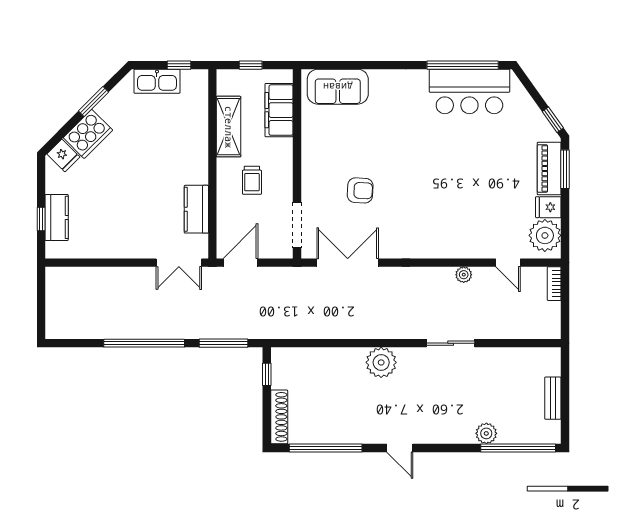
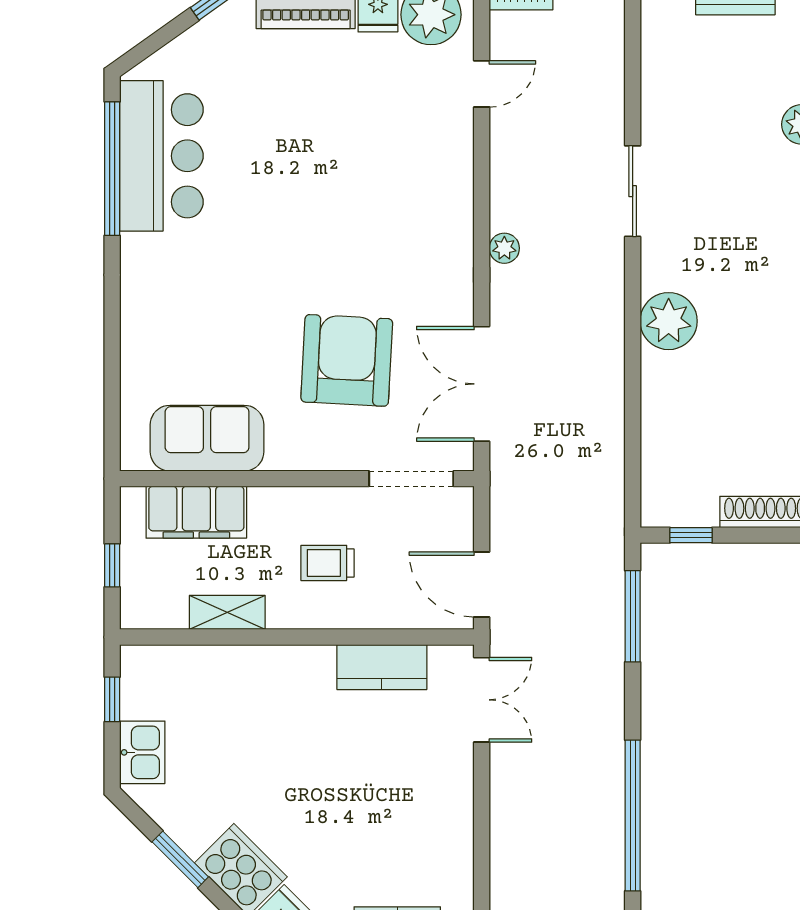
kitchen sink: (157, 81) -> (142, 752), width x0.73
sofa: (338, 87) -> (207, 438), moved, turned -90
shelving: (229, 127) -> (227, 612), width x0.67, depth x0.75
trolley: (252, 180) -> (328, 563), turned 180
armchair: (360, 190) -> (347, 360), width x1.88, depth x1.88
plant: (464, 275) -> (504, 248), moved
window: (144, 343) -> (633, 816), moved

